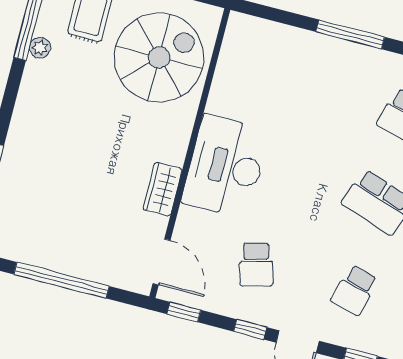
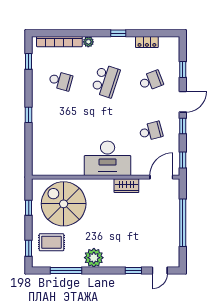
window: (350, 34) -> (29, 115), width x0.46
plant: (40, 48) -> (94, 258), moved, width x1.88, depth x1.88
school desk: (355, 290) -> (151, 81), turned -36

